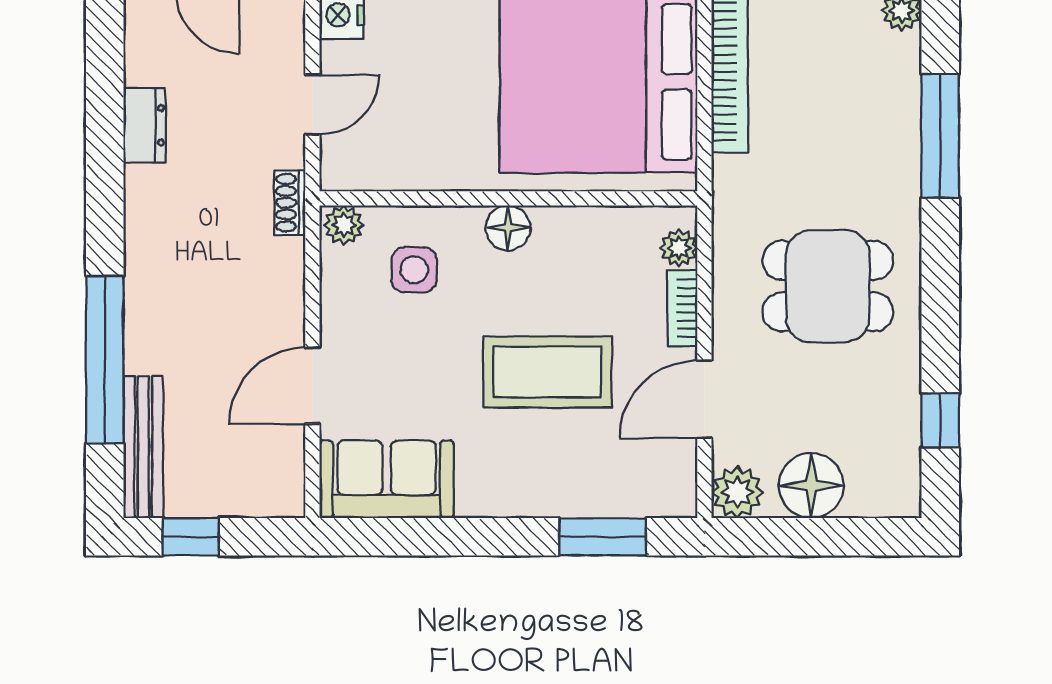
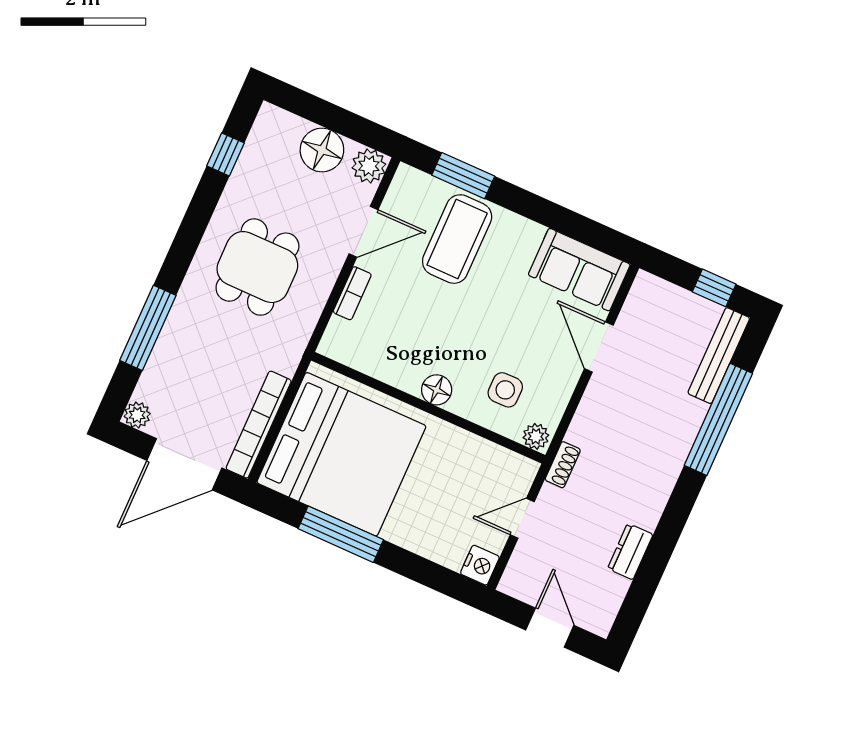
plant: (679, 248) -> (338, 331), removed
dining table: (828, 286) -> (257, 267), turned 90
coffee table: (547, 372) -> (457, 239), moved, turned 90
door: (312, 386) -> (599, 347), swing flipped

